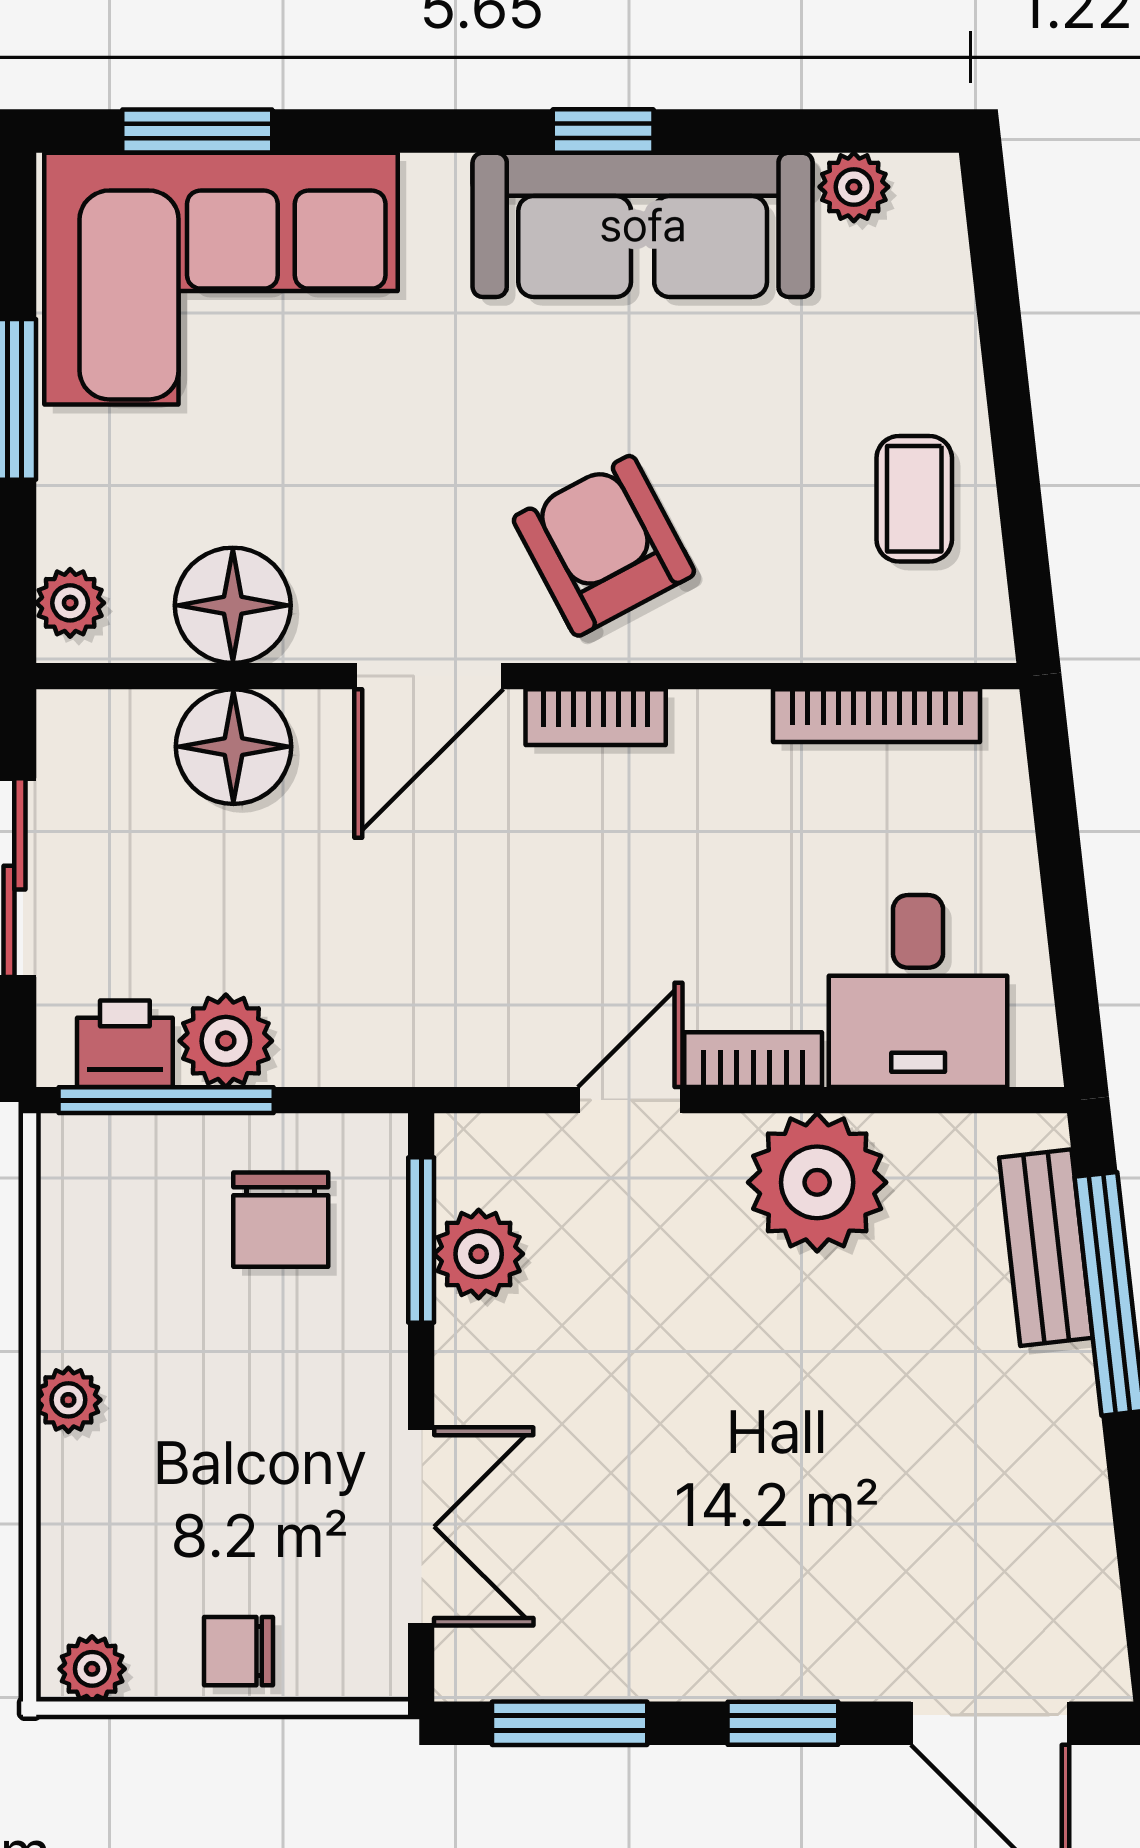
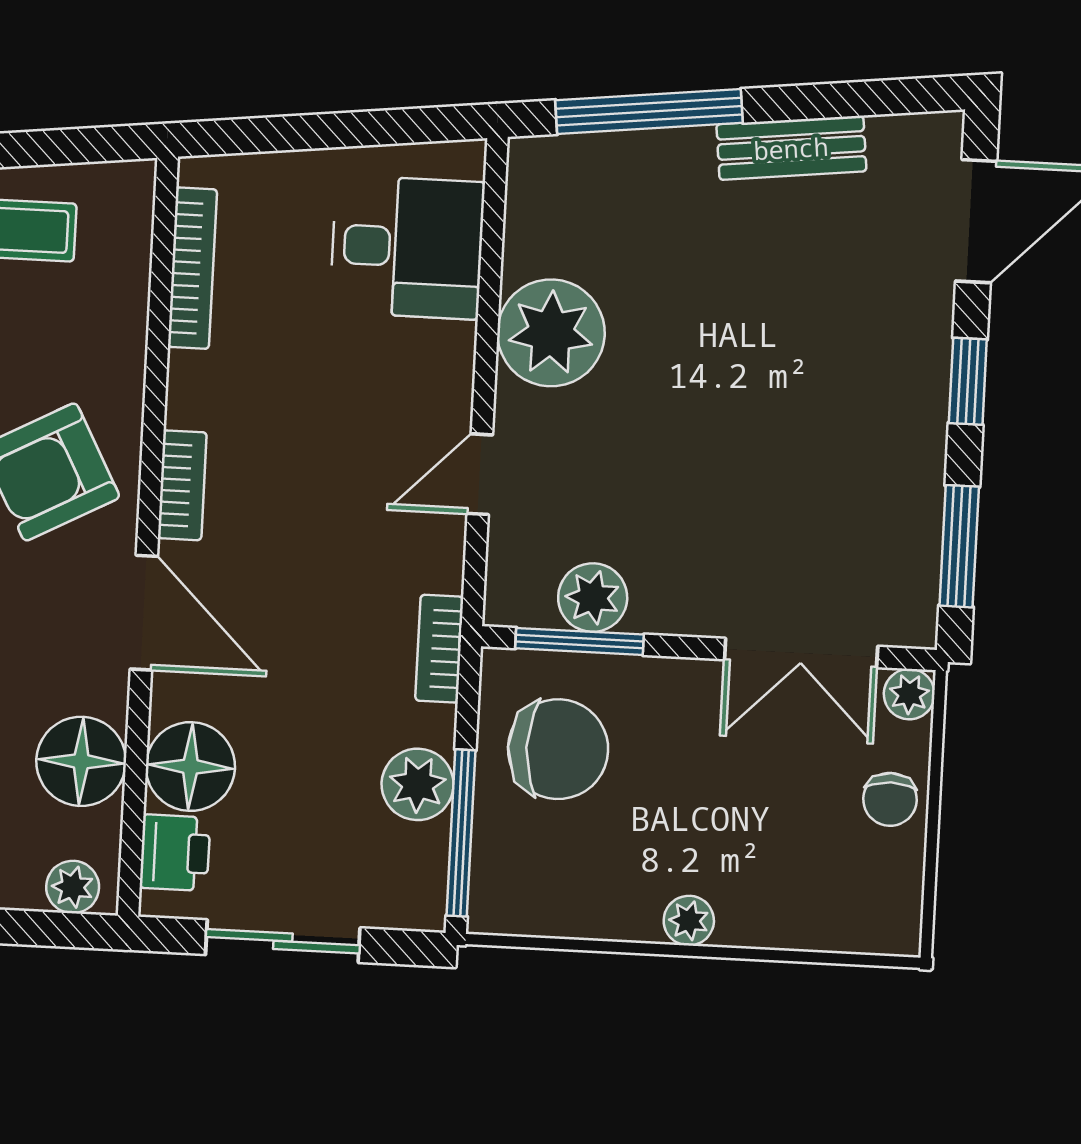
printer: (125, 1044) -> (175, 853), moved, turned 180
bookcase: (753, 1060) -> (439, 649), moved
door: (630, 1100) -> (480, 474), hinge flipped
chair: (281, 1220) -> (558, 749), width x1.37, depth x1.37
bench: (1046, 1248) -> (791, 148), moved
double door: (421, 1527) -> (801, 653), swing flipped
plant: (92, 1669) -> (909, 694), moved

